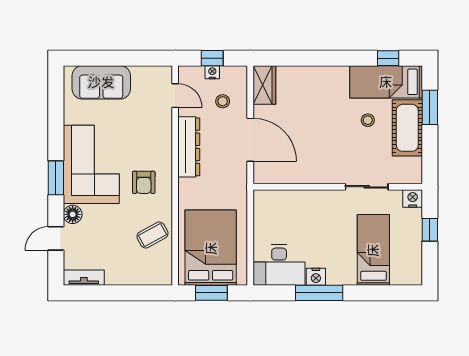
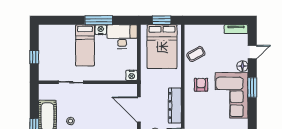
nightstand: (413, 198) -> (132, 75), moved
bed: (373, 250) -> (85, 45), moved

